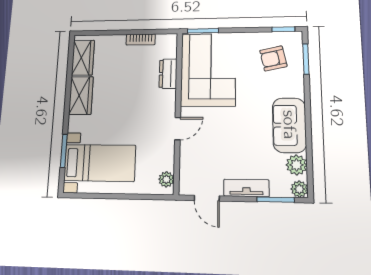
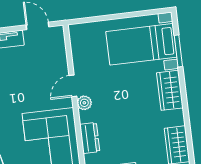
wardrobe: (81, 96) -> (170, 90), moved
plant: (166, 179) -> (84, 103), moved

